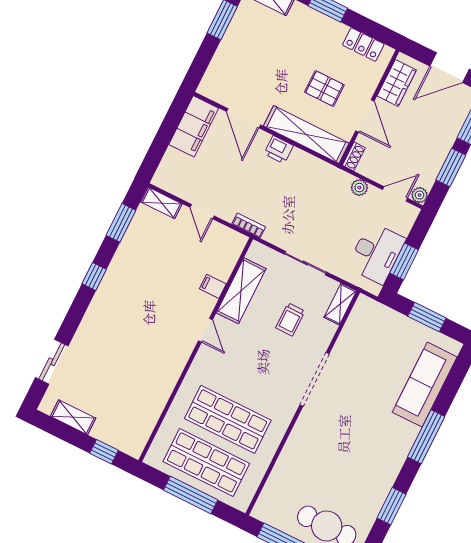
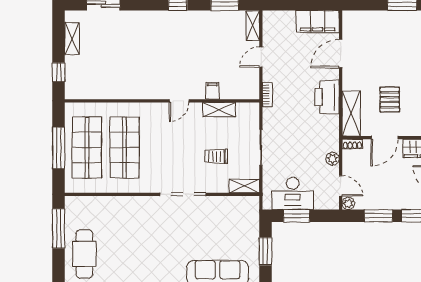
shelving: (306, 135) -> (351, 114), width x0.68
printer: (279, 150) -> (327, 97), width x1.87, depth x1.48
shelving: (241, 291) -> (219, 110), width x0.67, depth x0.75

